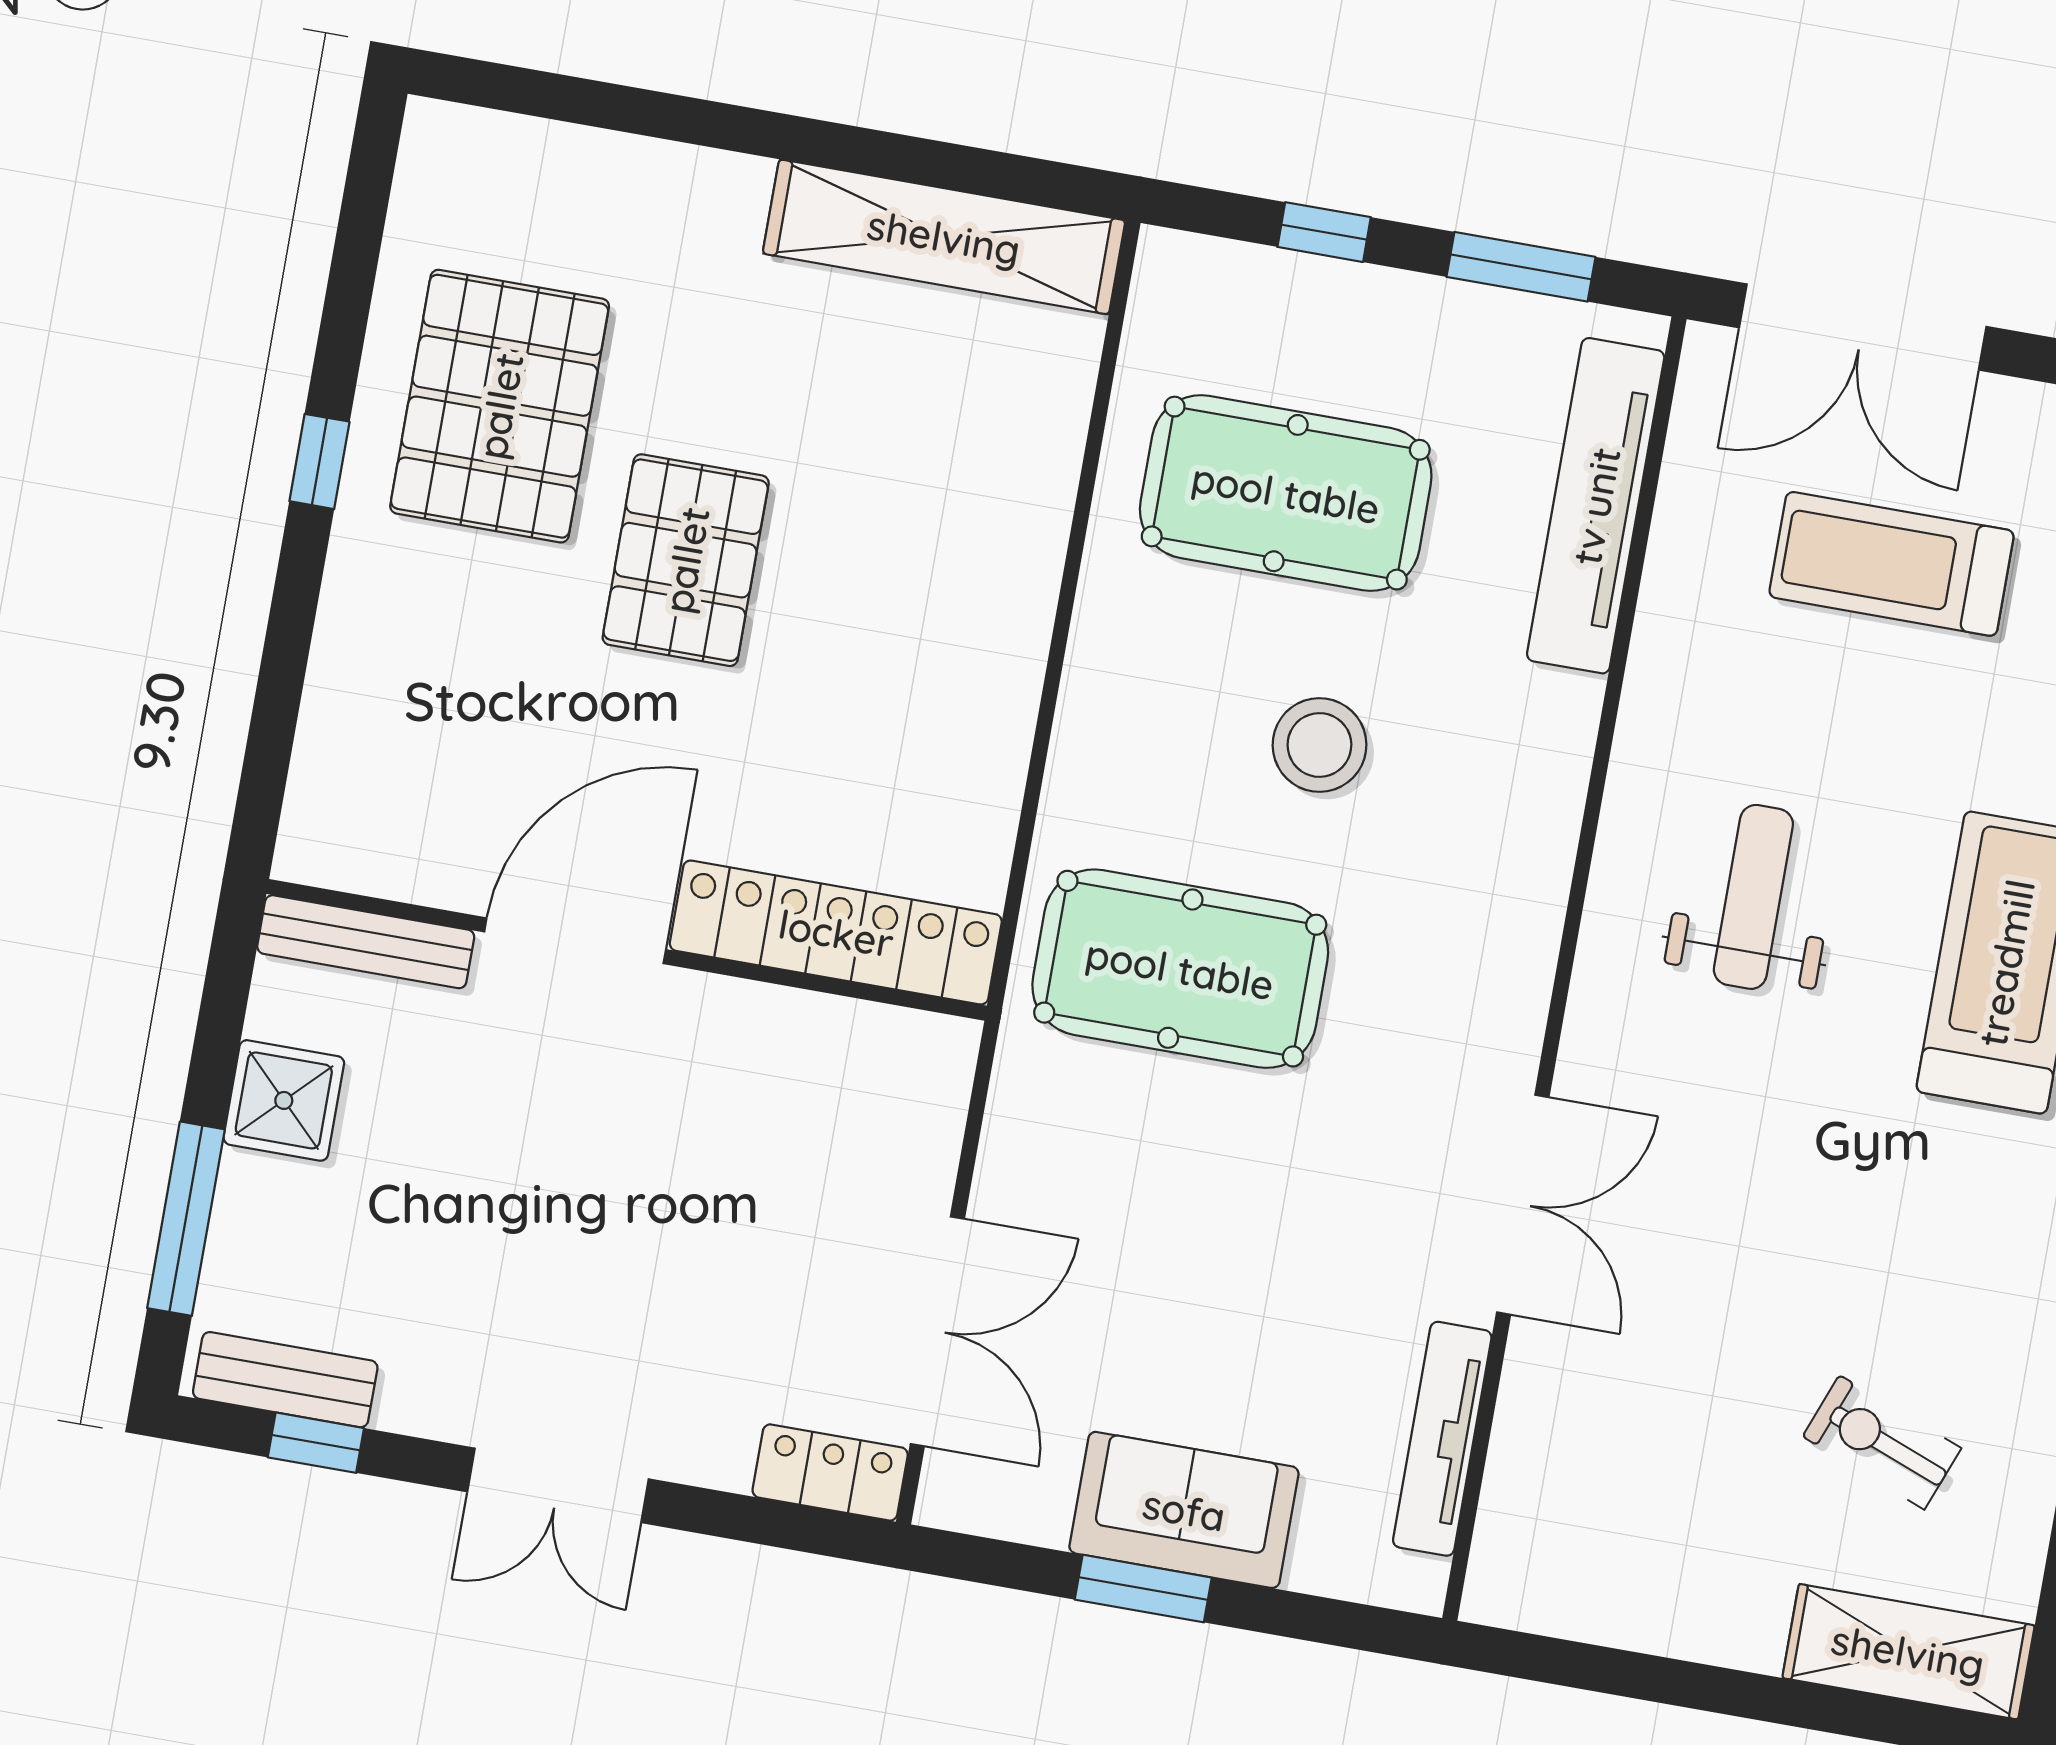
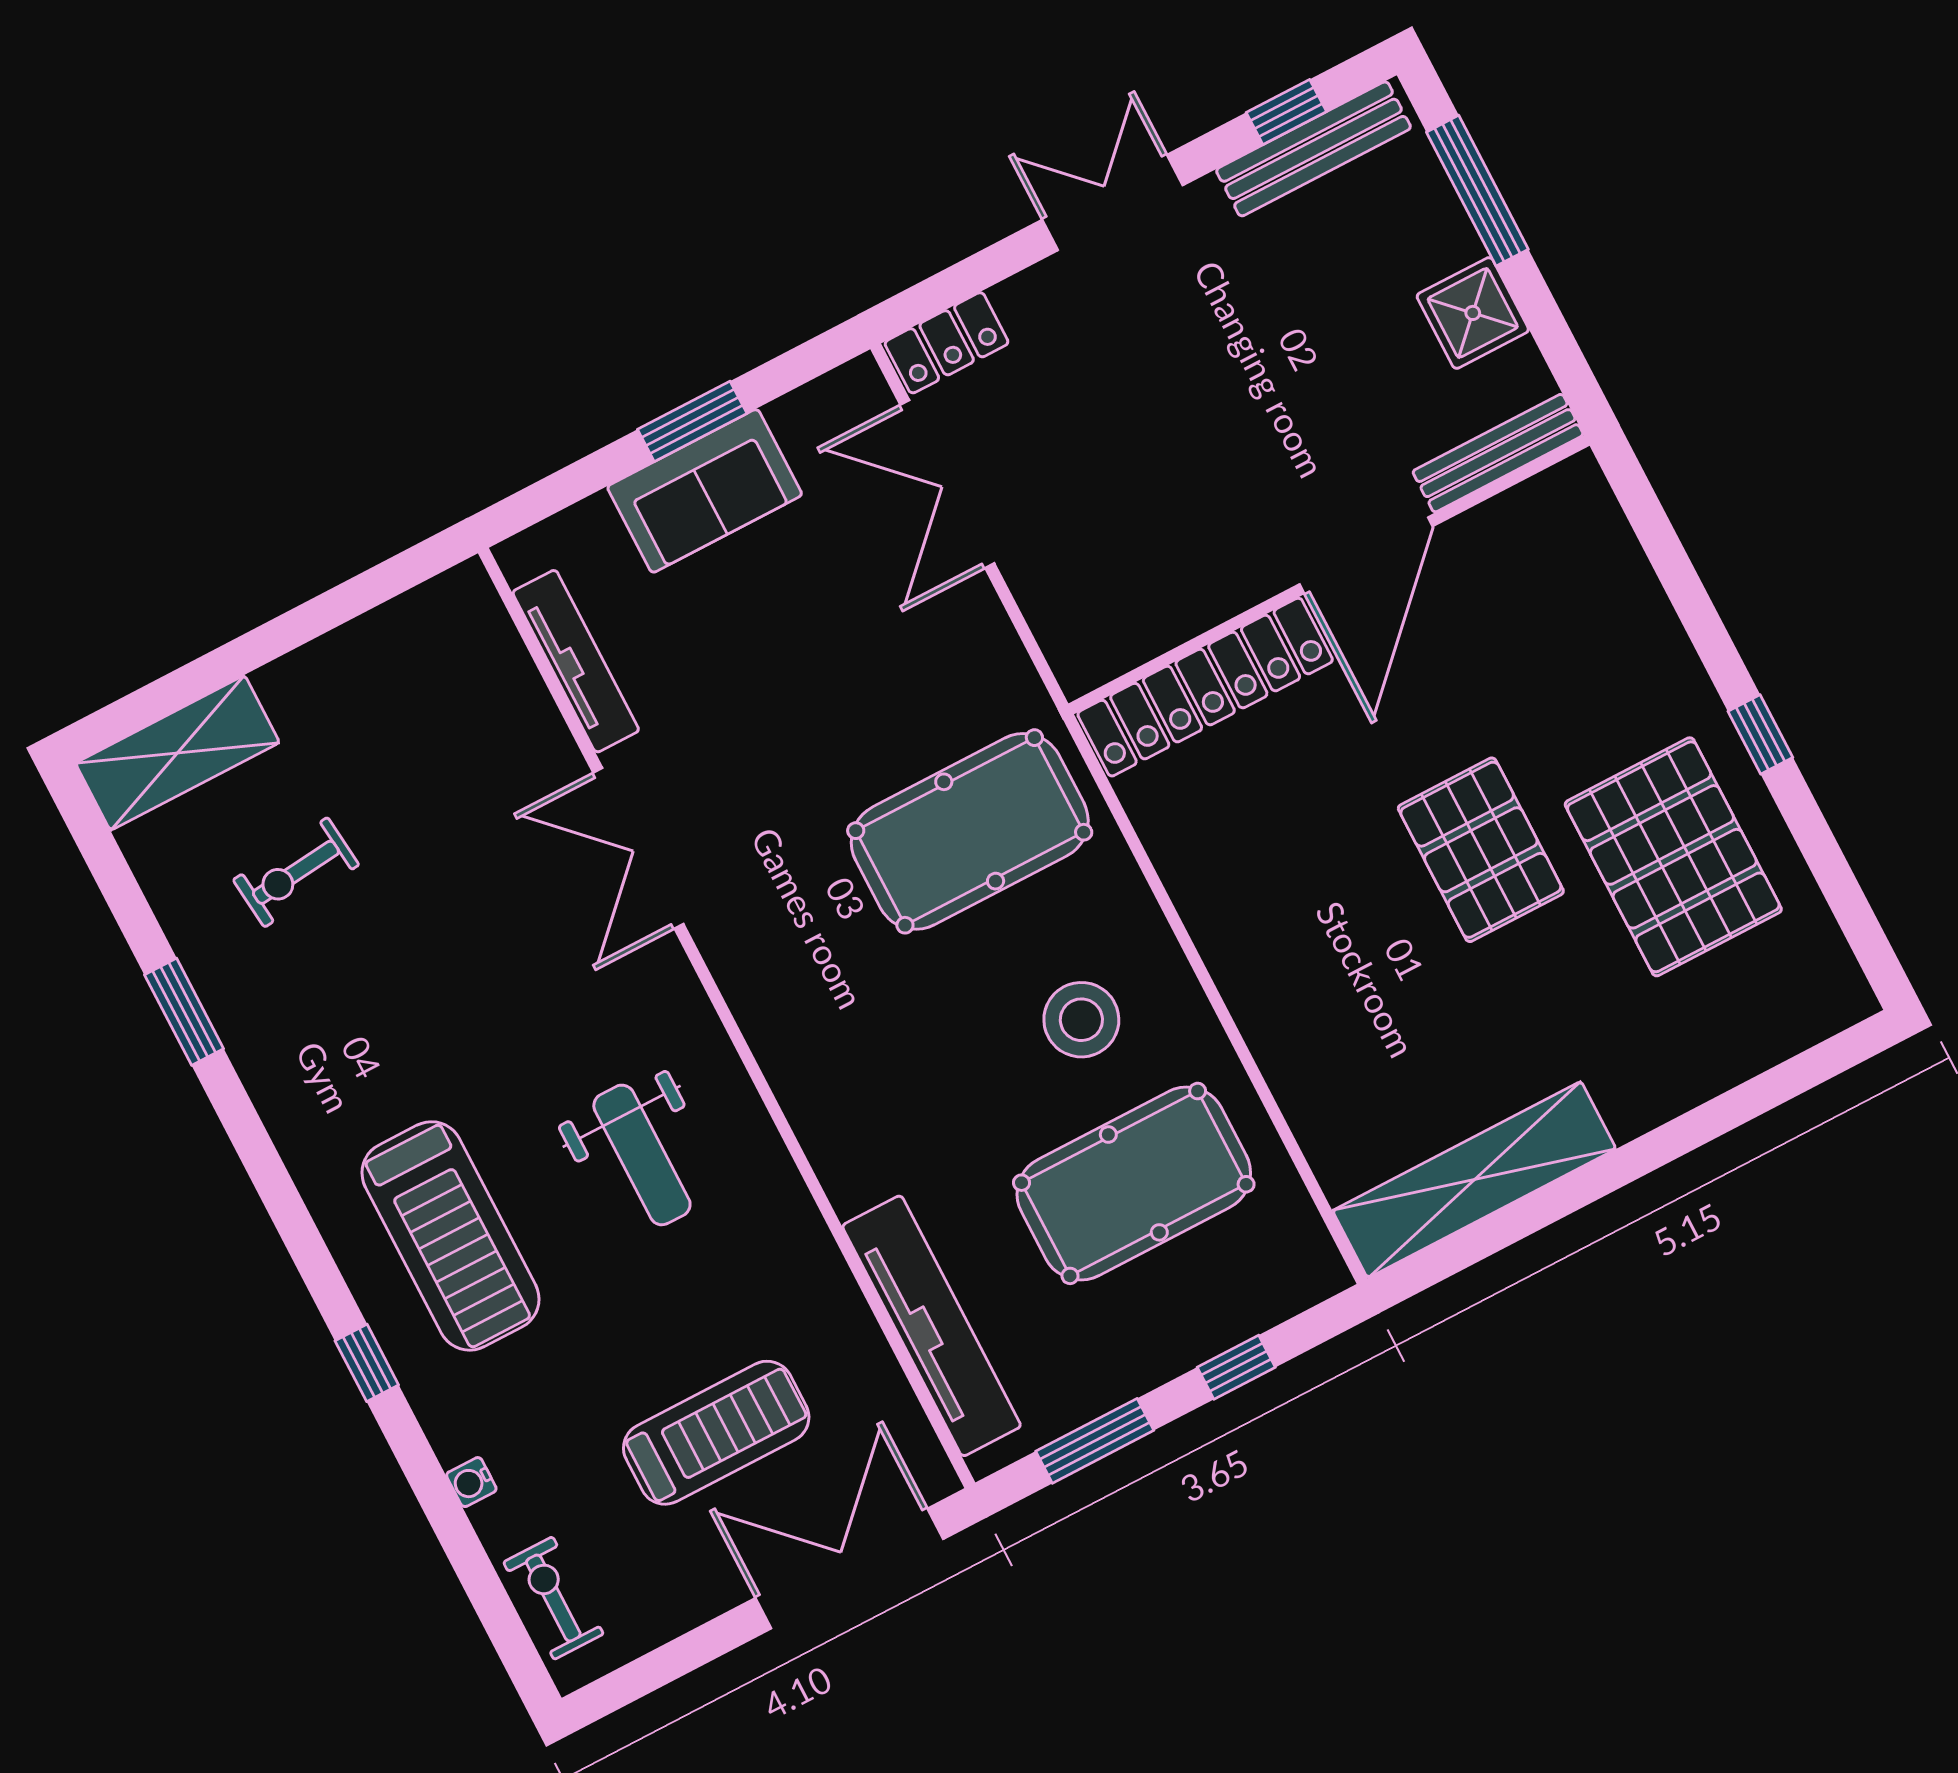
stool: (1319, 745) -> (1081, 1020), moved
bench: (285, 1380) -> (1314, 149), width x1.36
exercise bike: (1882, 1442) -> (296, 872), turned 153

